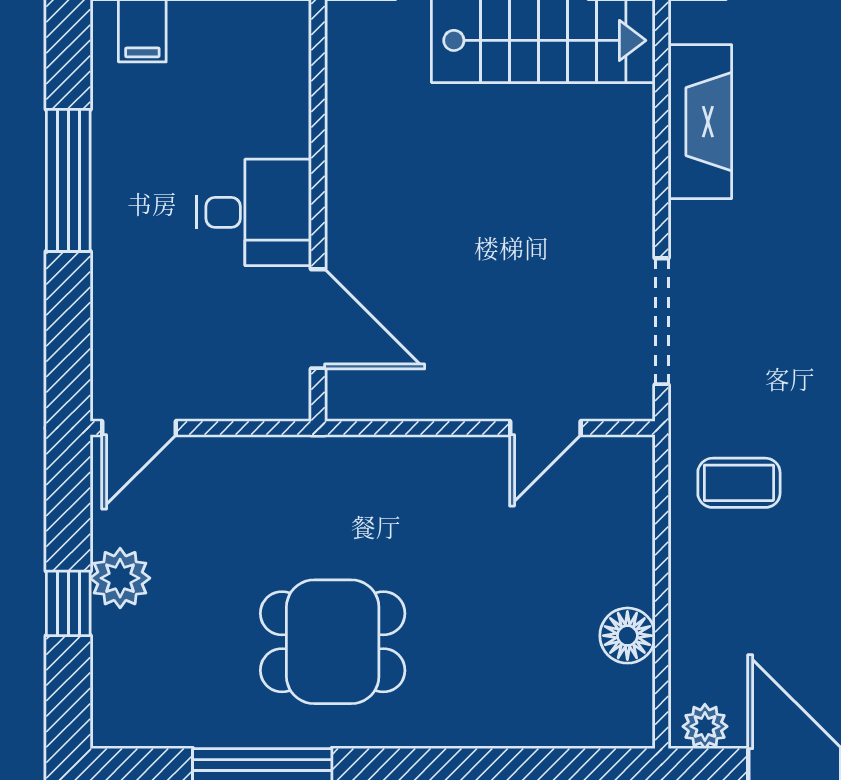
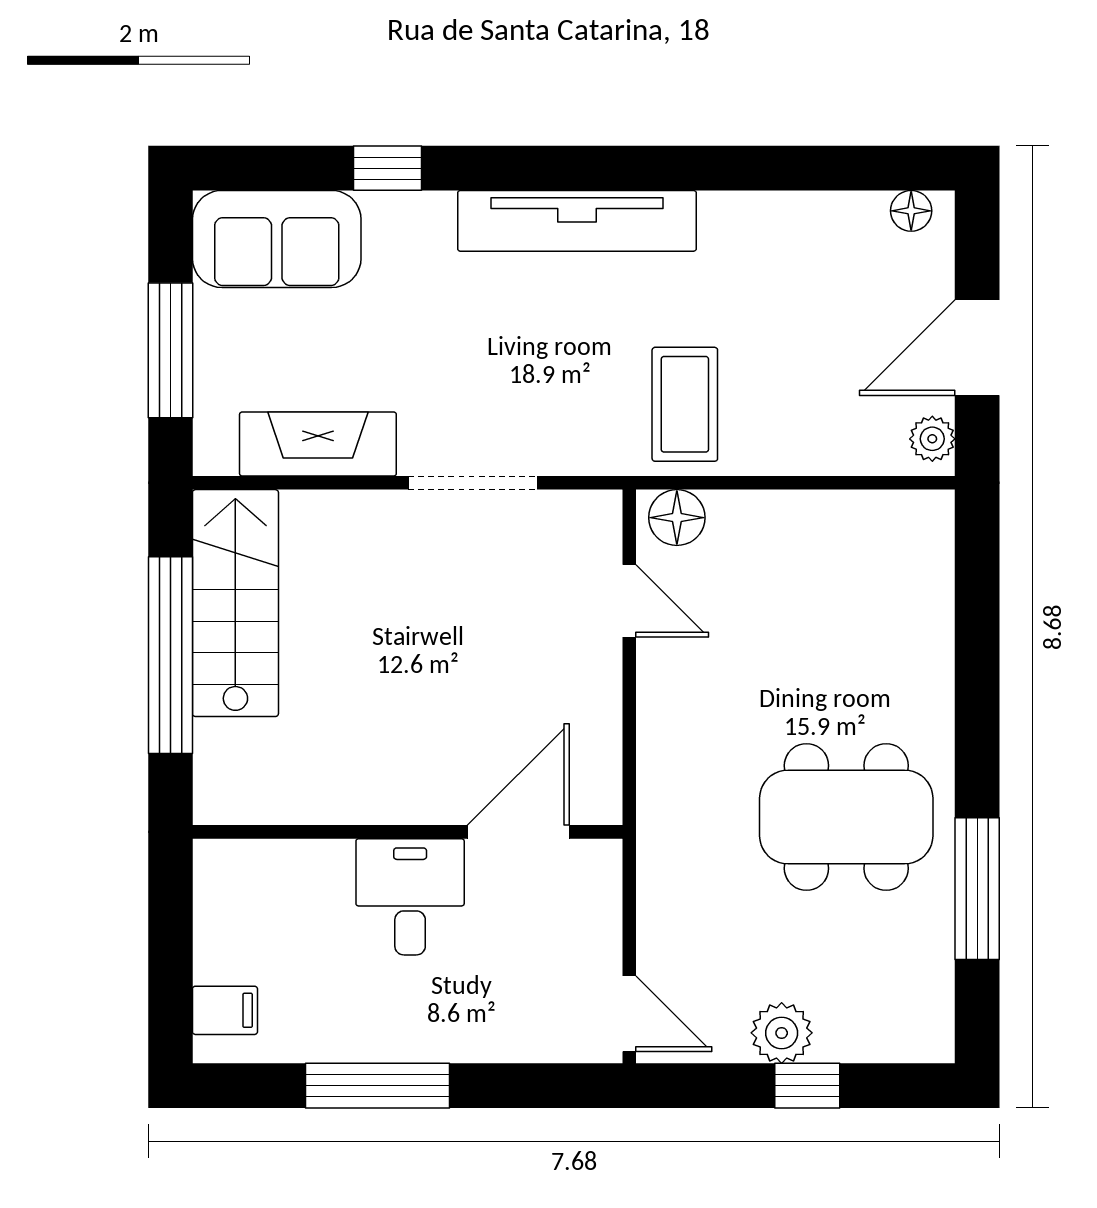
doorway: (662, 321) -> (473, 483), moved
coffee table: (739, 483) -> (685, 404), width x1.36, depth x1.30
floor lamp: (627, 636) -> (677, 518), moved
dining table: (333, 642) -> (846, 817), width x1.38

